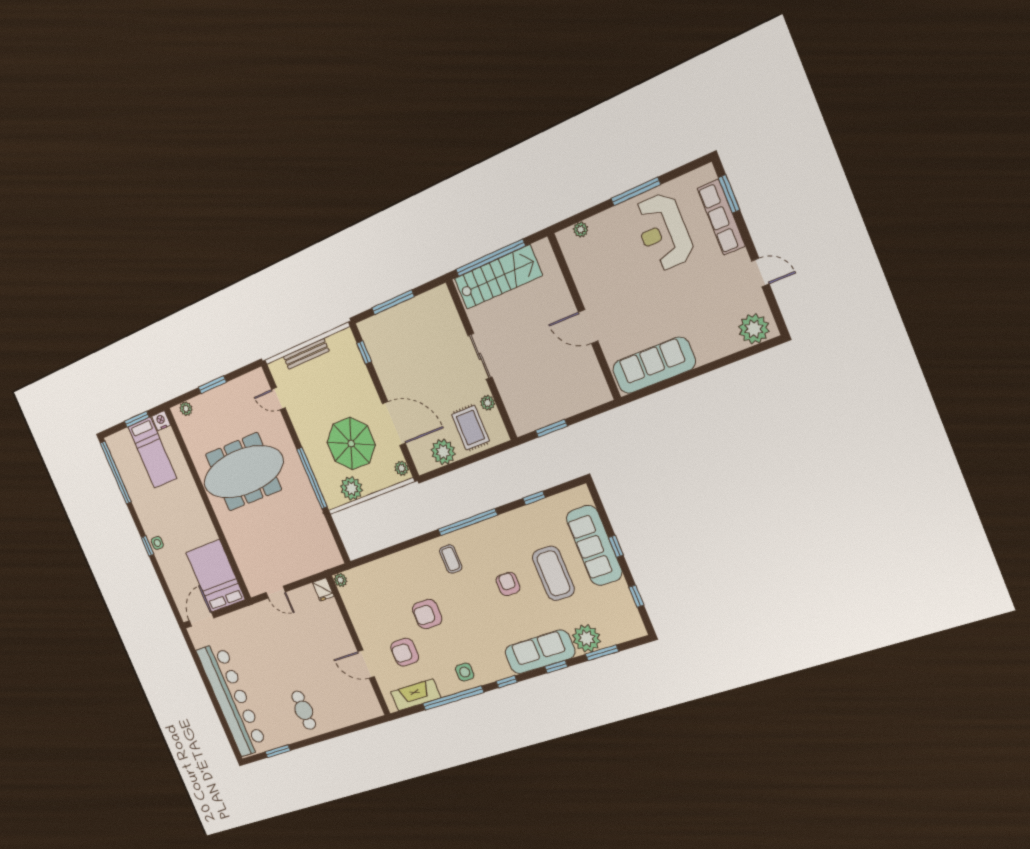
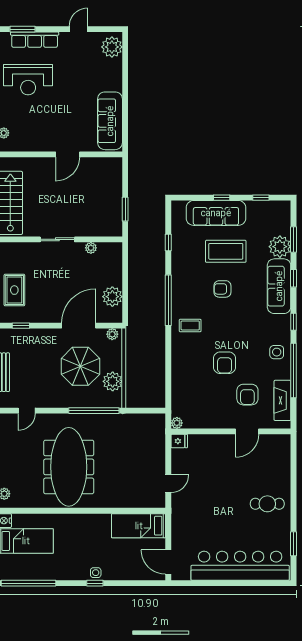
rug: (470, 428) -> (14, 290), moved, turned 90
bed: (215, 576) -> (139, 526), width x0.67

